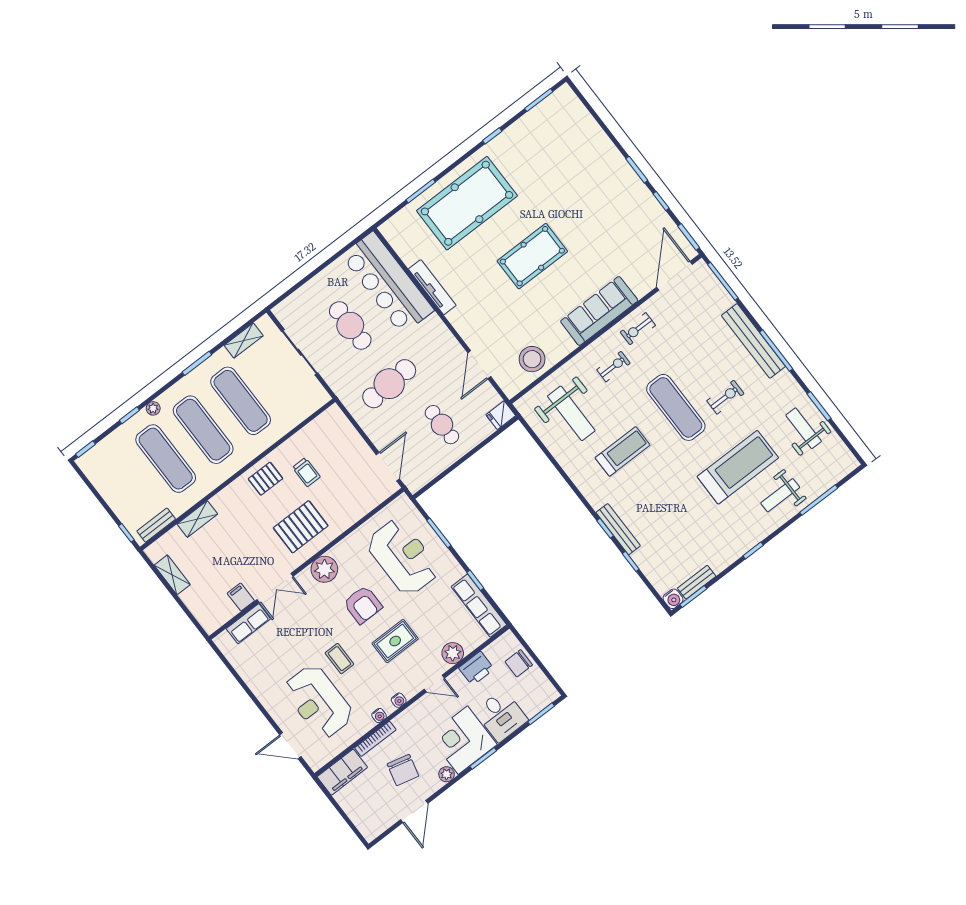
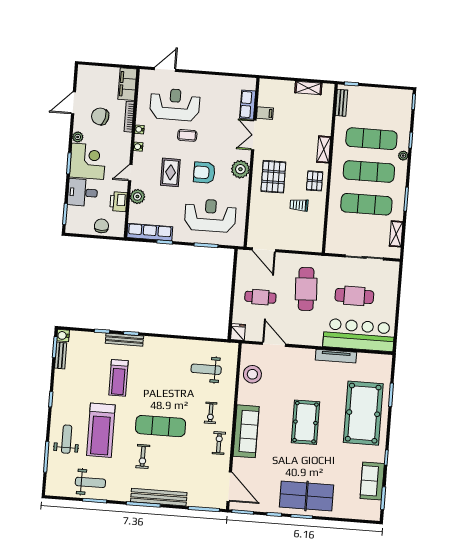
sofa: (531, 128) -> (372, 481), added
table tennis table: (610, 184) -> (306, 496), added
weight bench: (571, 413) -> (206, 369), width x0.73, depth x0.75
treadmill: (623, 451) -> (118, 378), moved
shelving: (197, 519) -> (324, 149), moved
reception desk: (403, 557) -> (210, 215), turned 180
door: (414, 812) -> (73, 103), hinge flipped

